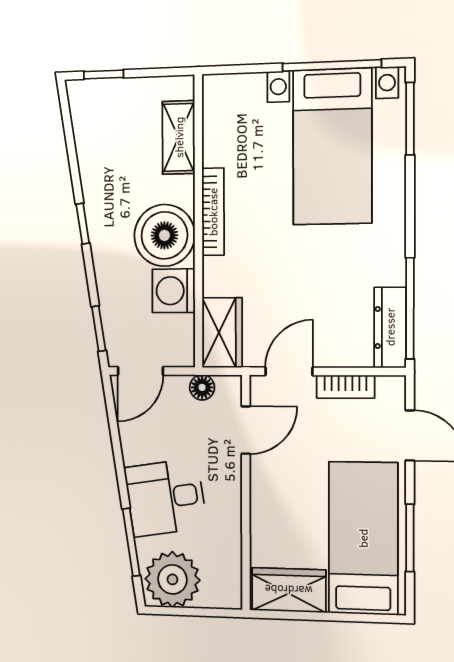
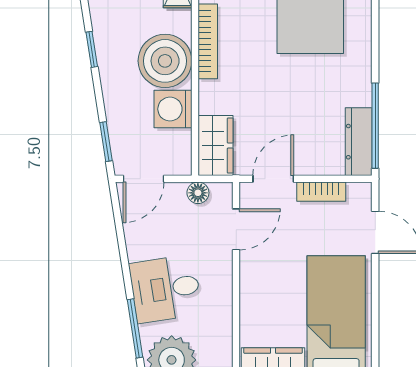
window: (410, 538) -> (375, 319), removed

